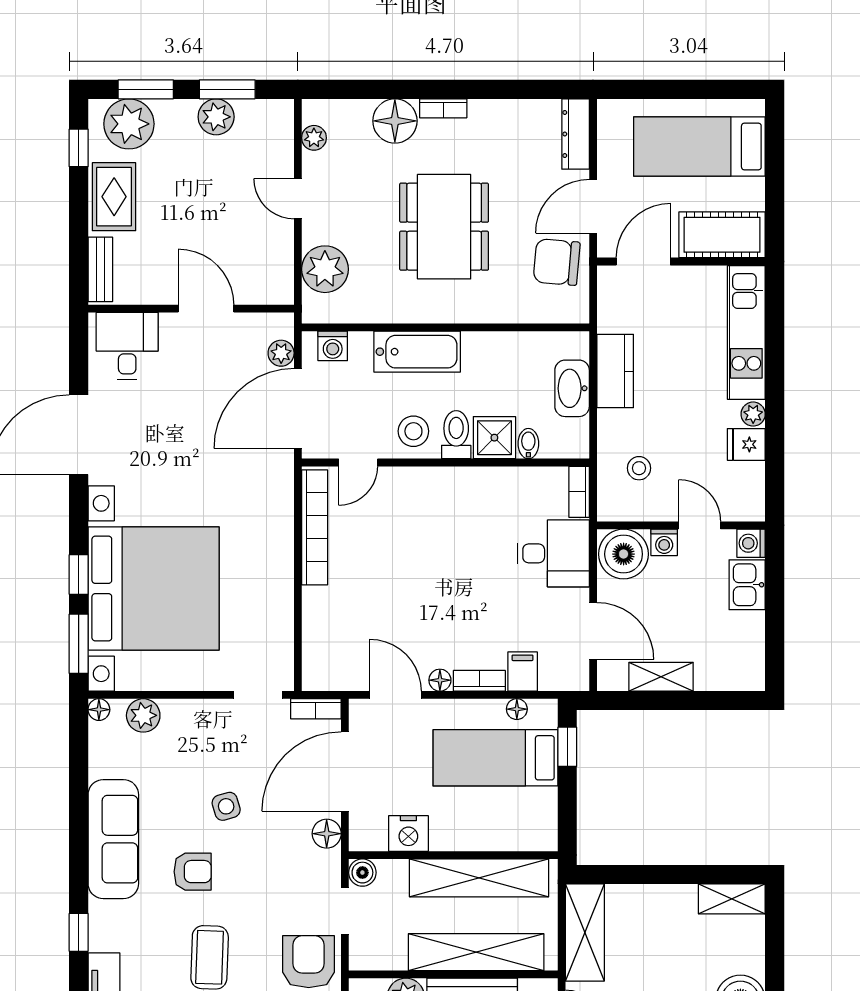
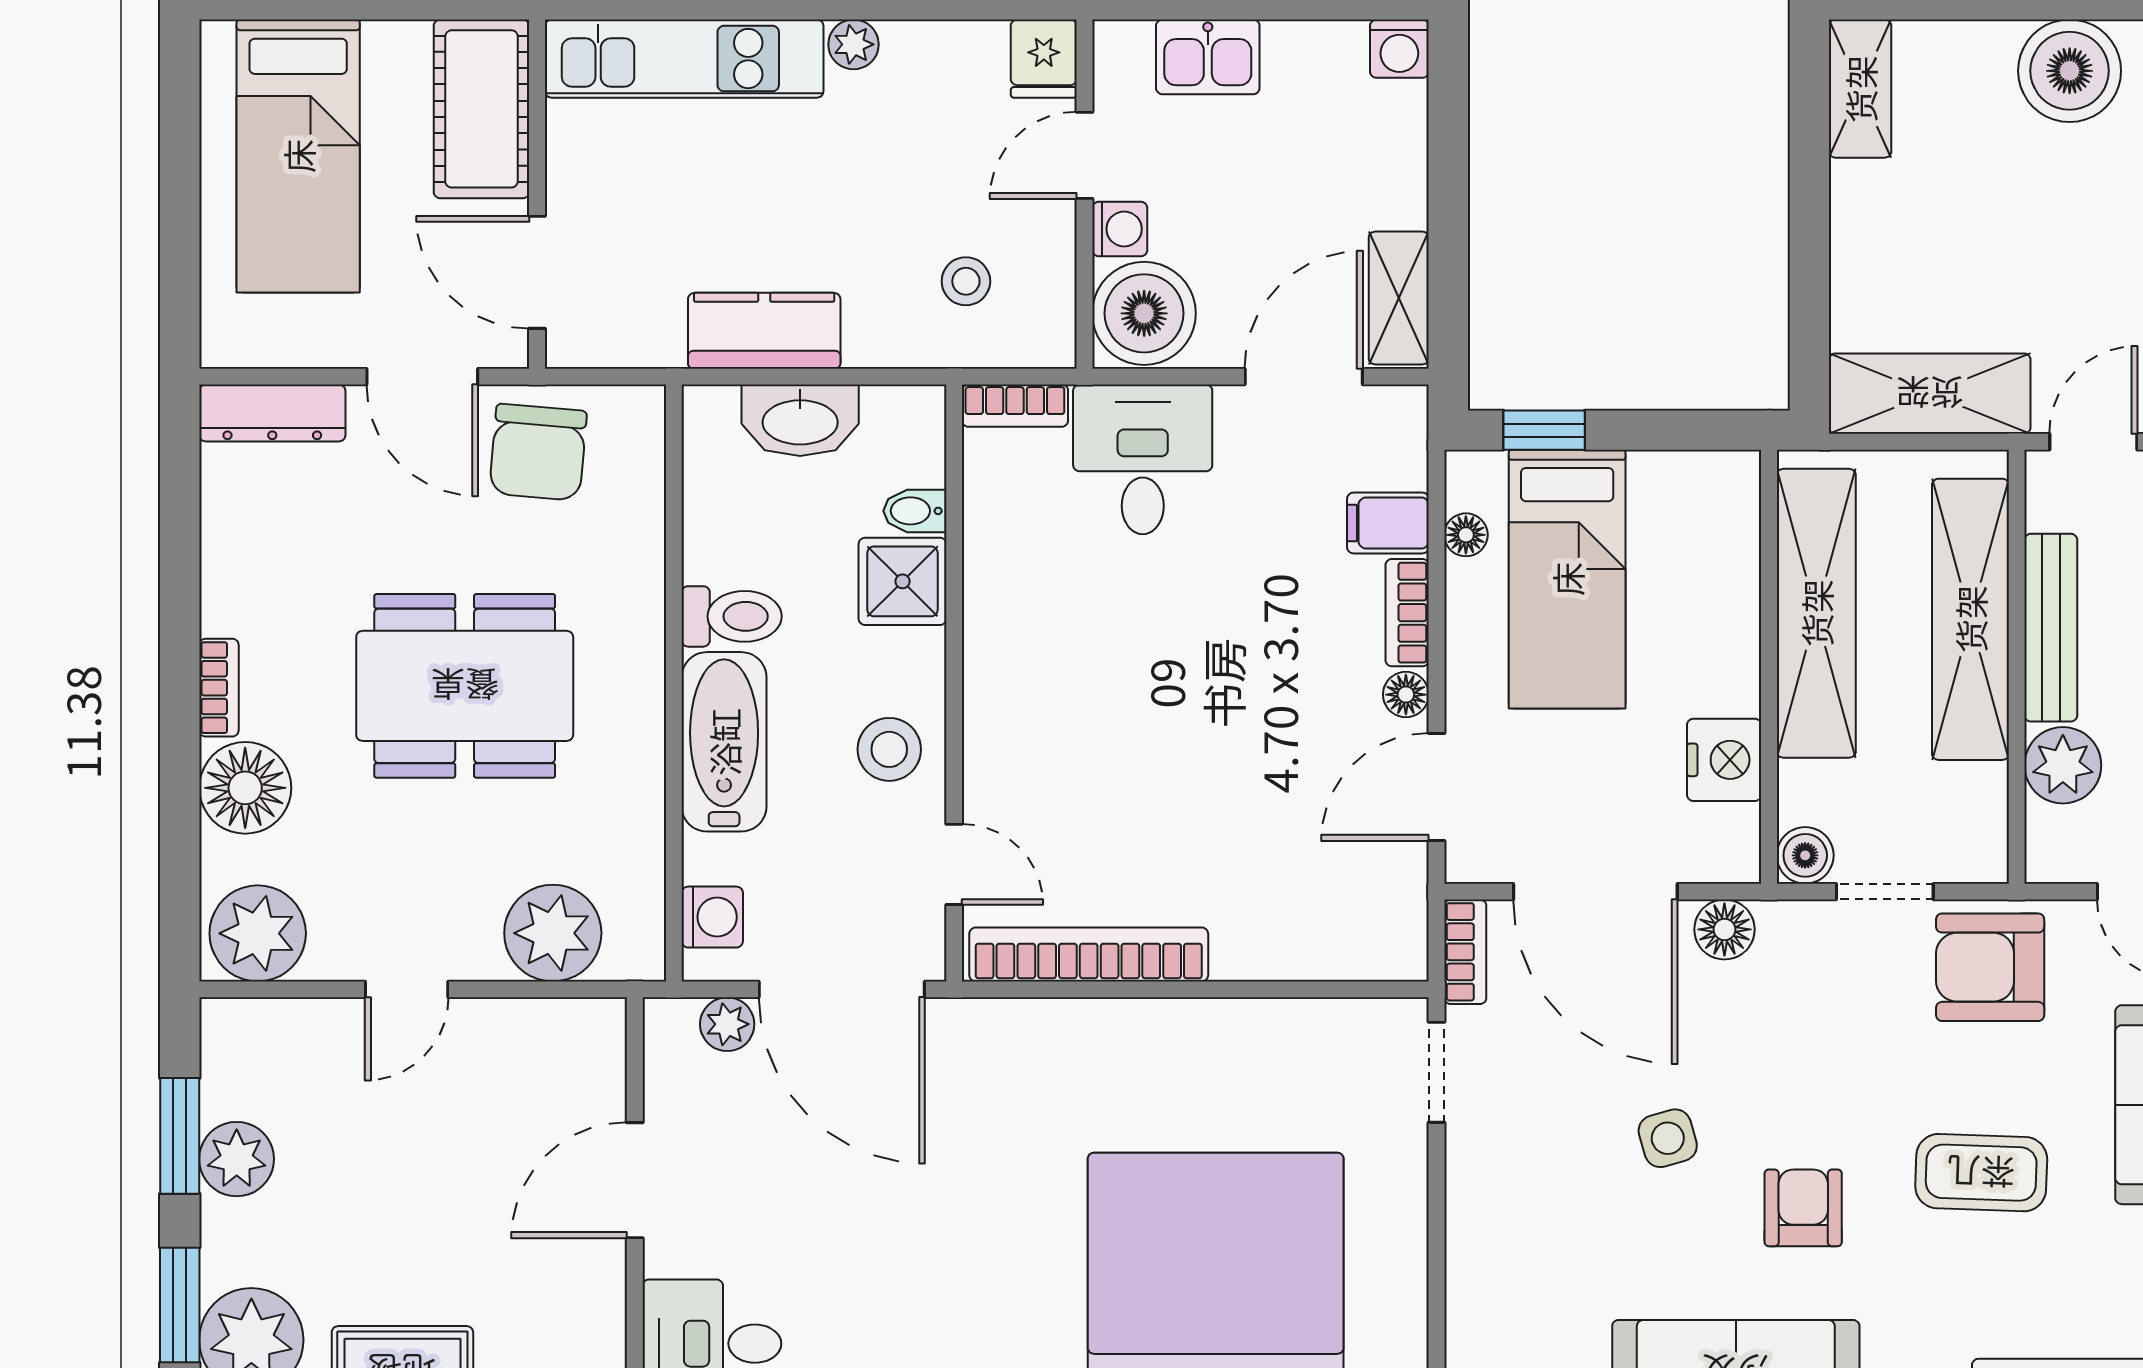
plant: (314, 138) -> (258, 933), width x1.87, depth x1.87
toilet: (456, 435) -> (732, 616), moved, turned 180
fridge: (746, 444) -> (1044, 59), moved
washing machine: (751, 543) -> (1399, 49), moved
shelving: (661, 677) -> (1399, 298), moved
plant: (143, 715) -> (1479, 1310), removed

